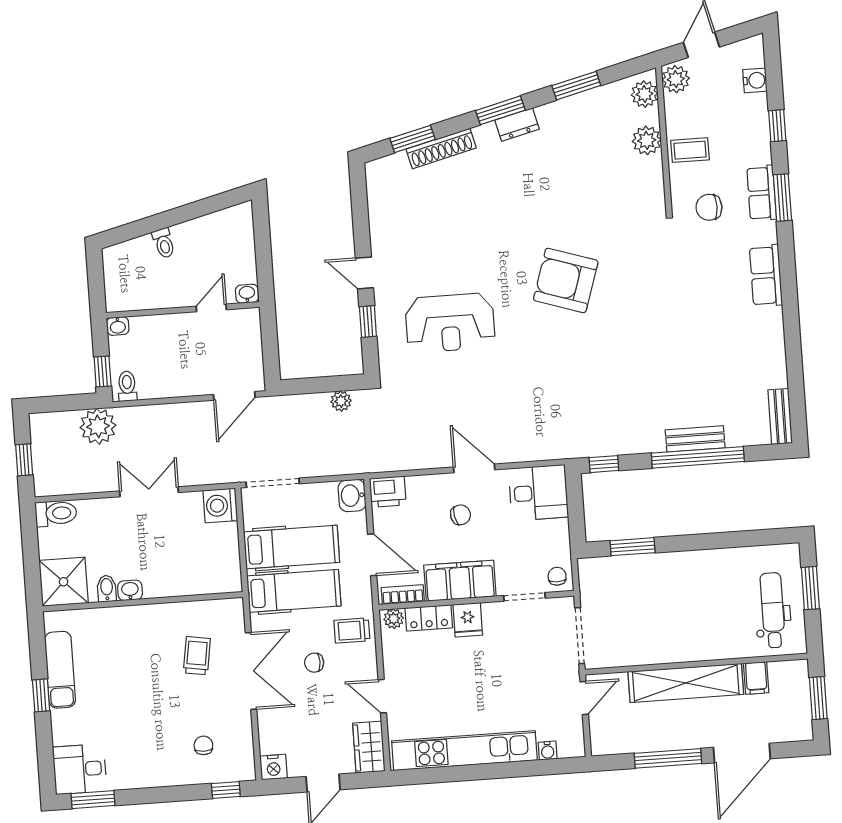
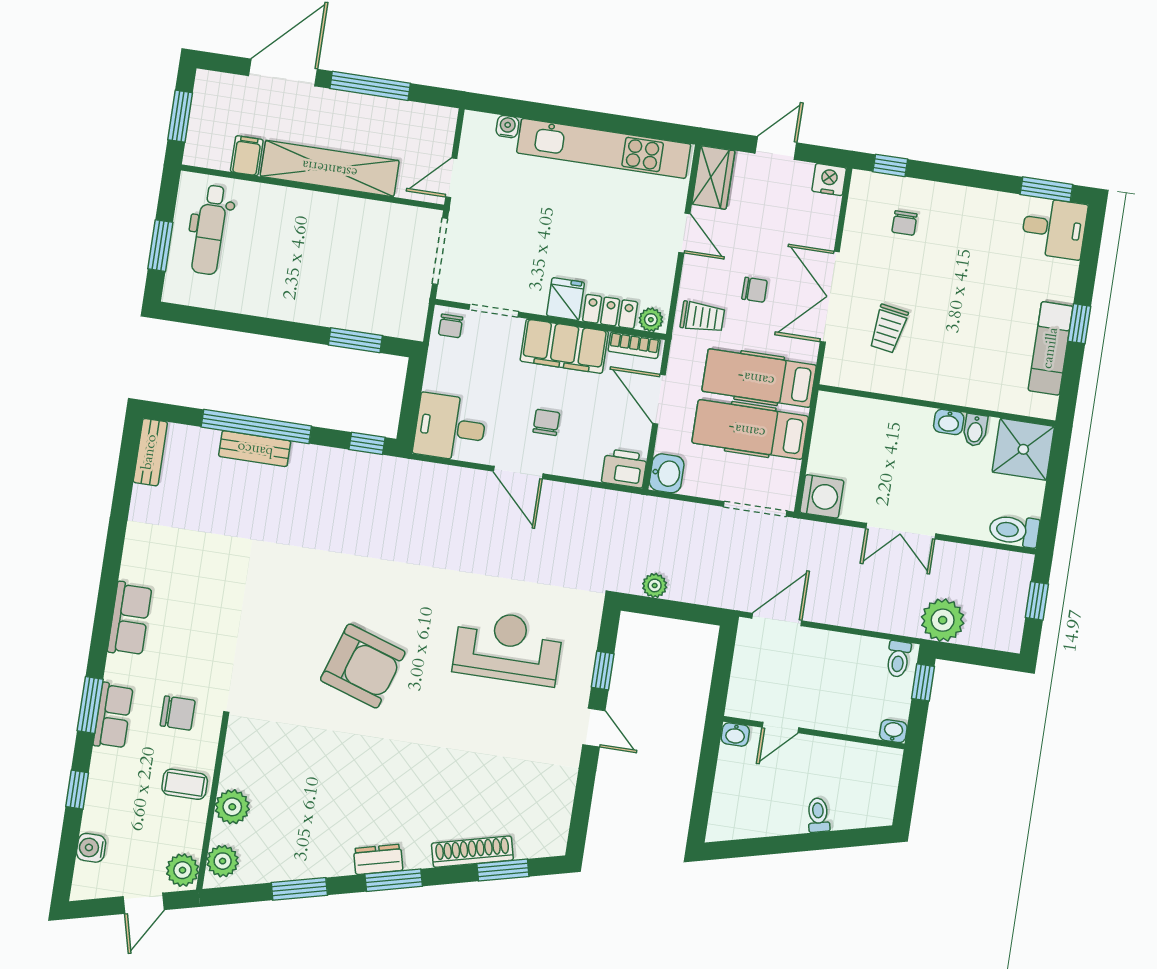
chair: (460, 515) -> (546, 422), turned 101

